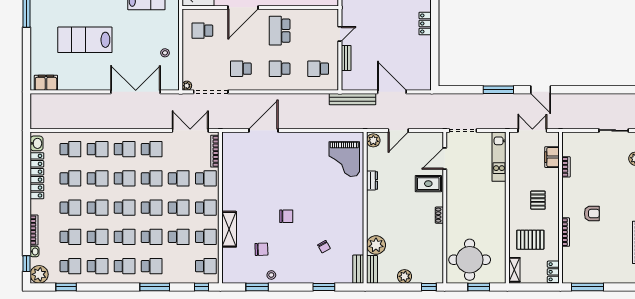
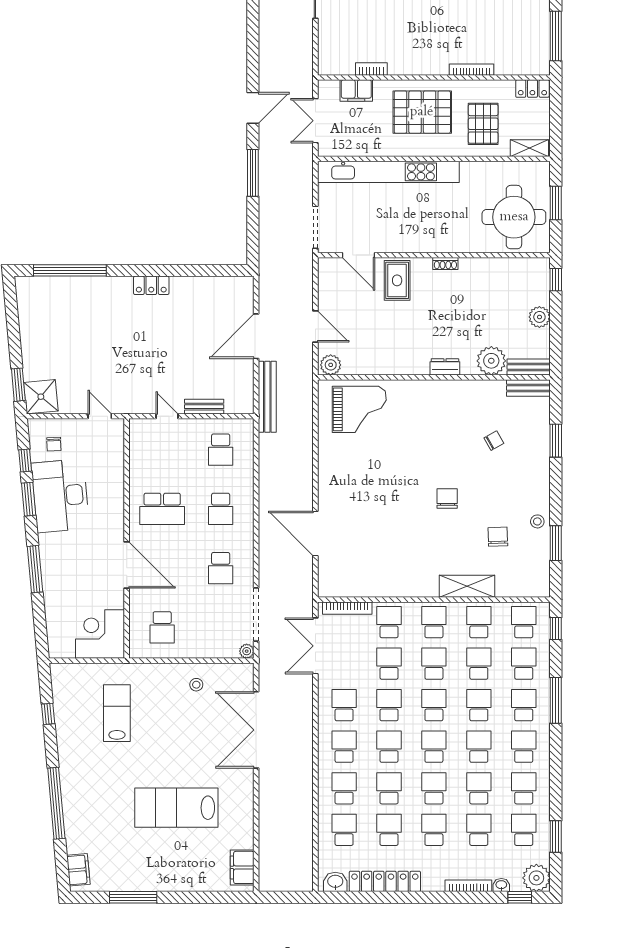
lab bench: (85, 40) -> (176, 808), turned 90
kitchen unit: (499, 157) -> (388, 172), width x1.86
dresser: (372, 180) -> (445, 367), moved
pallet: (538, 200) -> (422, 112), width x2.05, depth x2.00
armchair: (592, 214) -> (443, 29), removed
school desk: (179, 266) -> (524, 664), added

